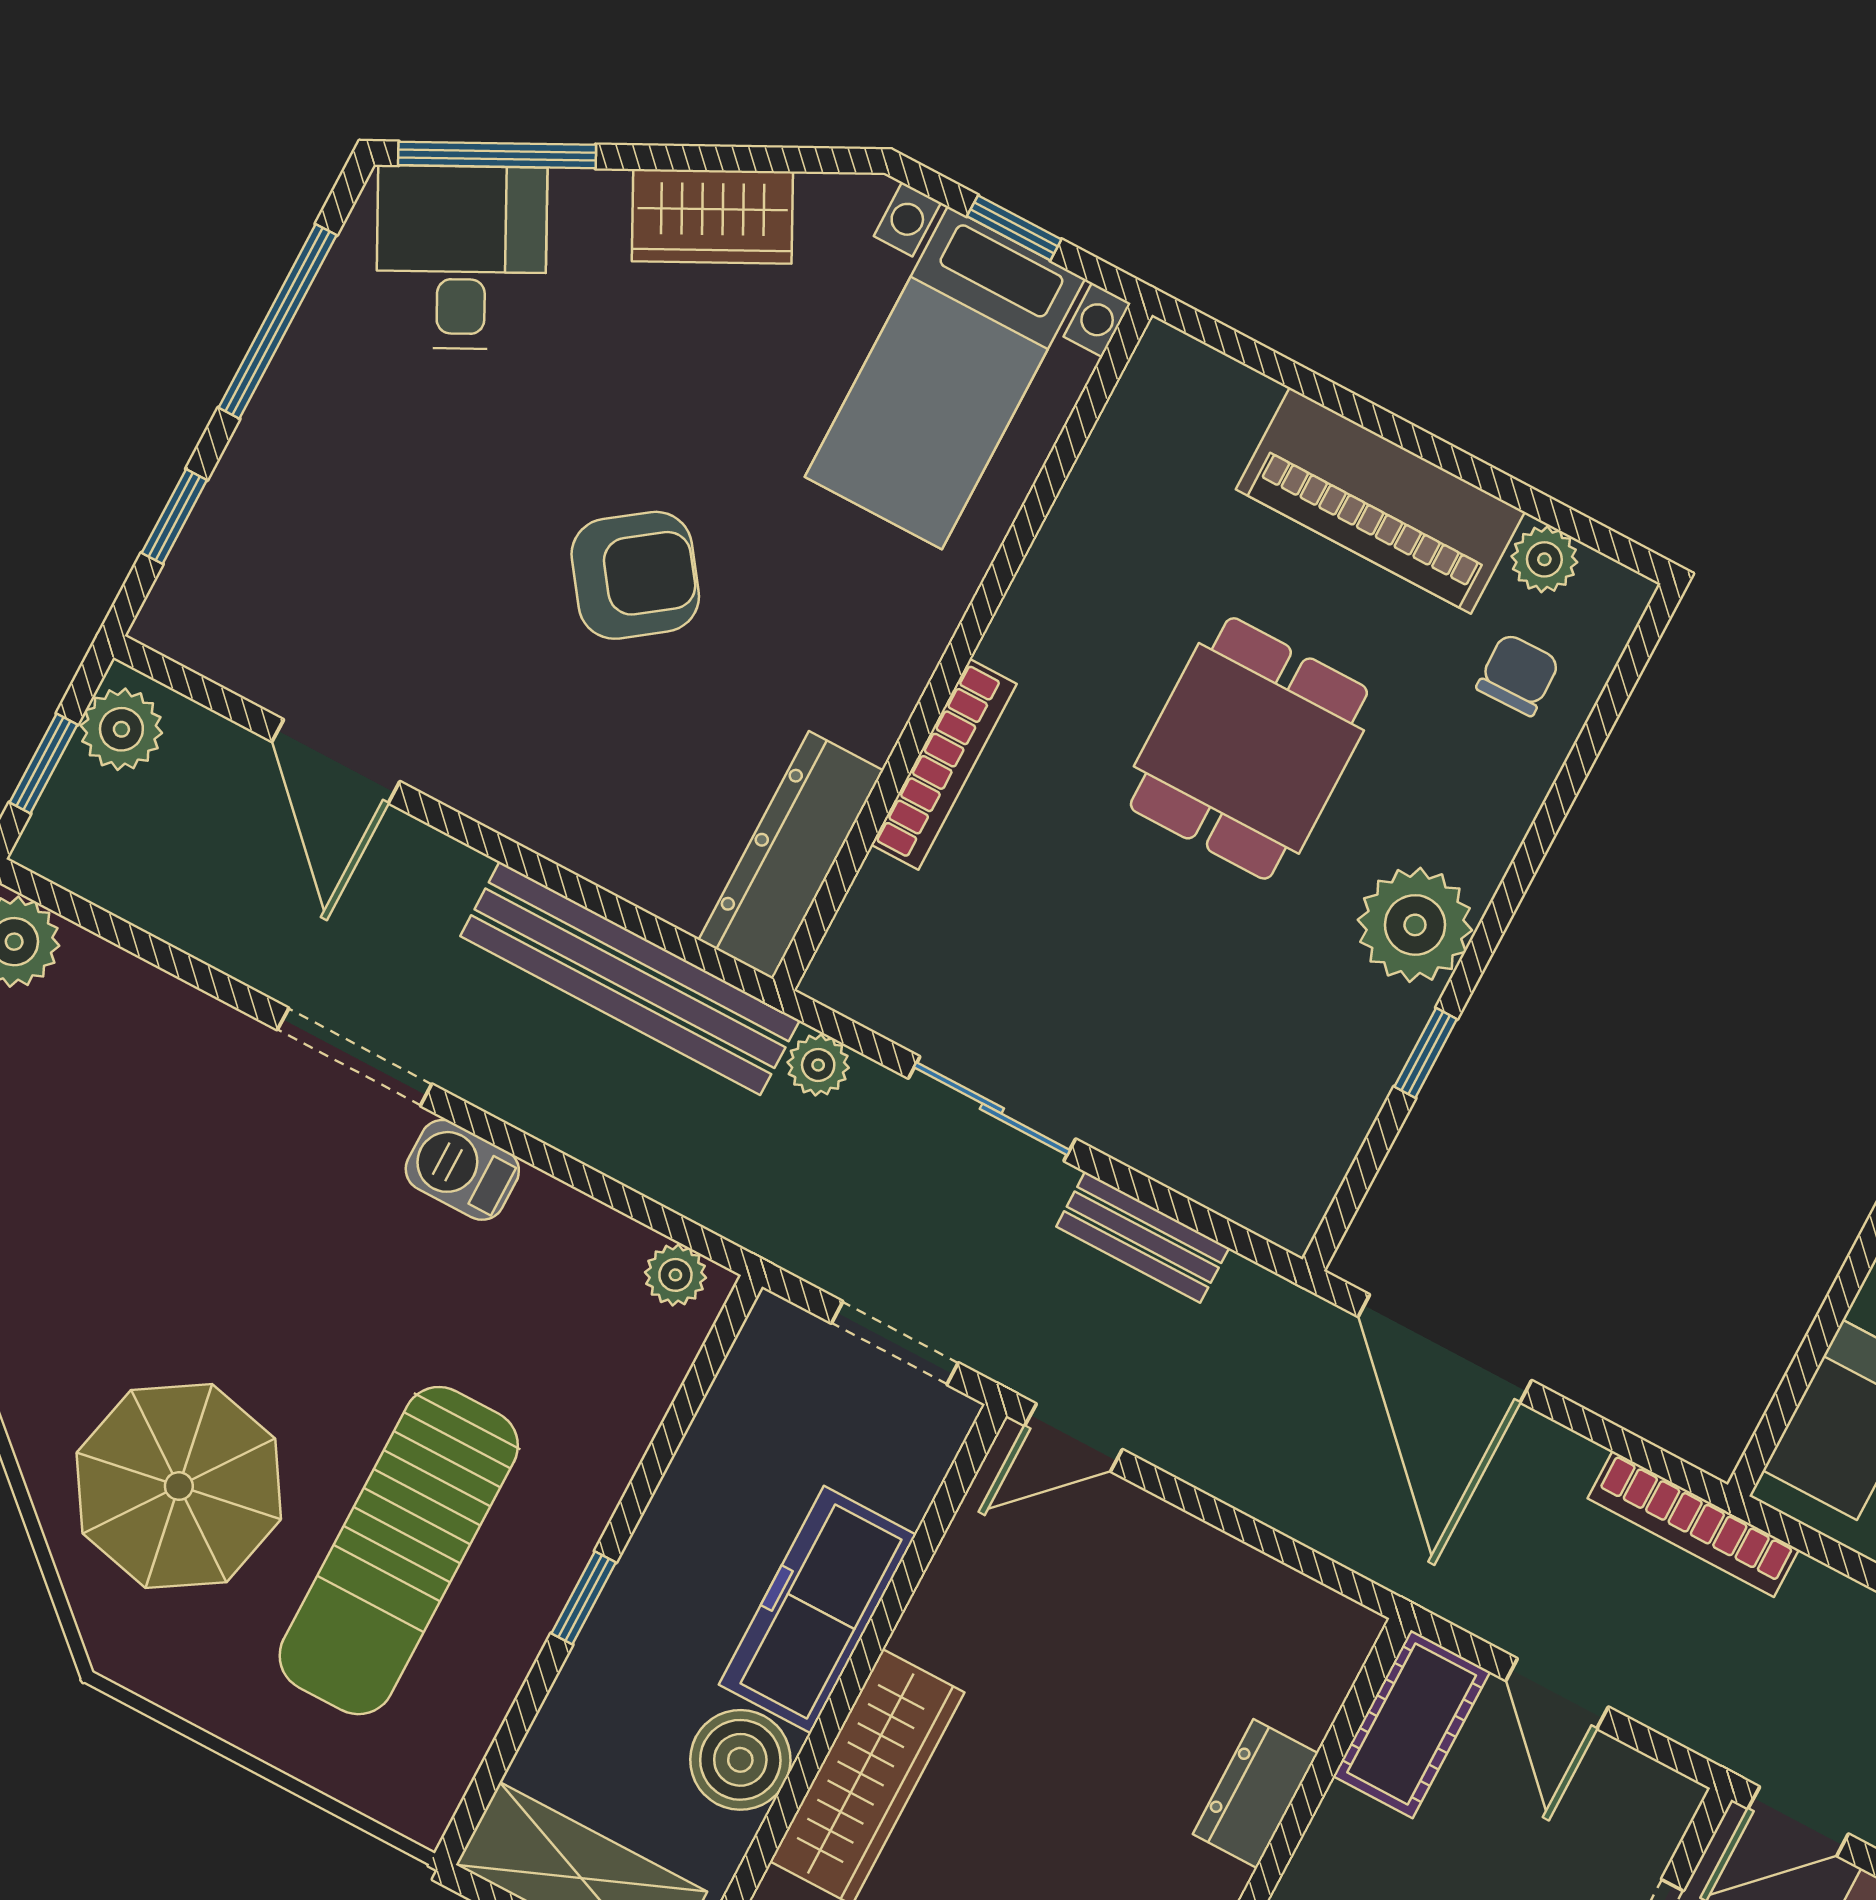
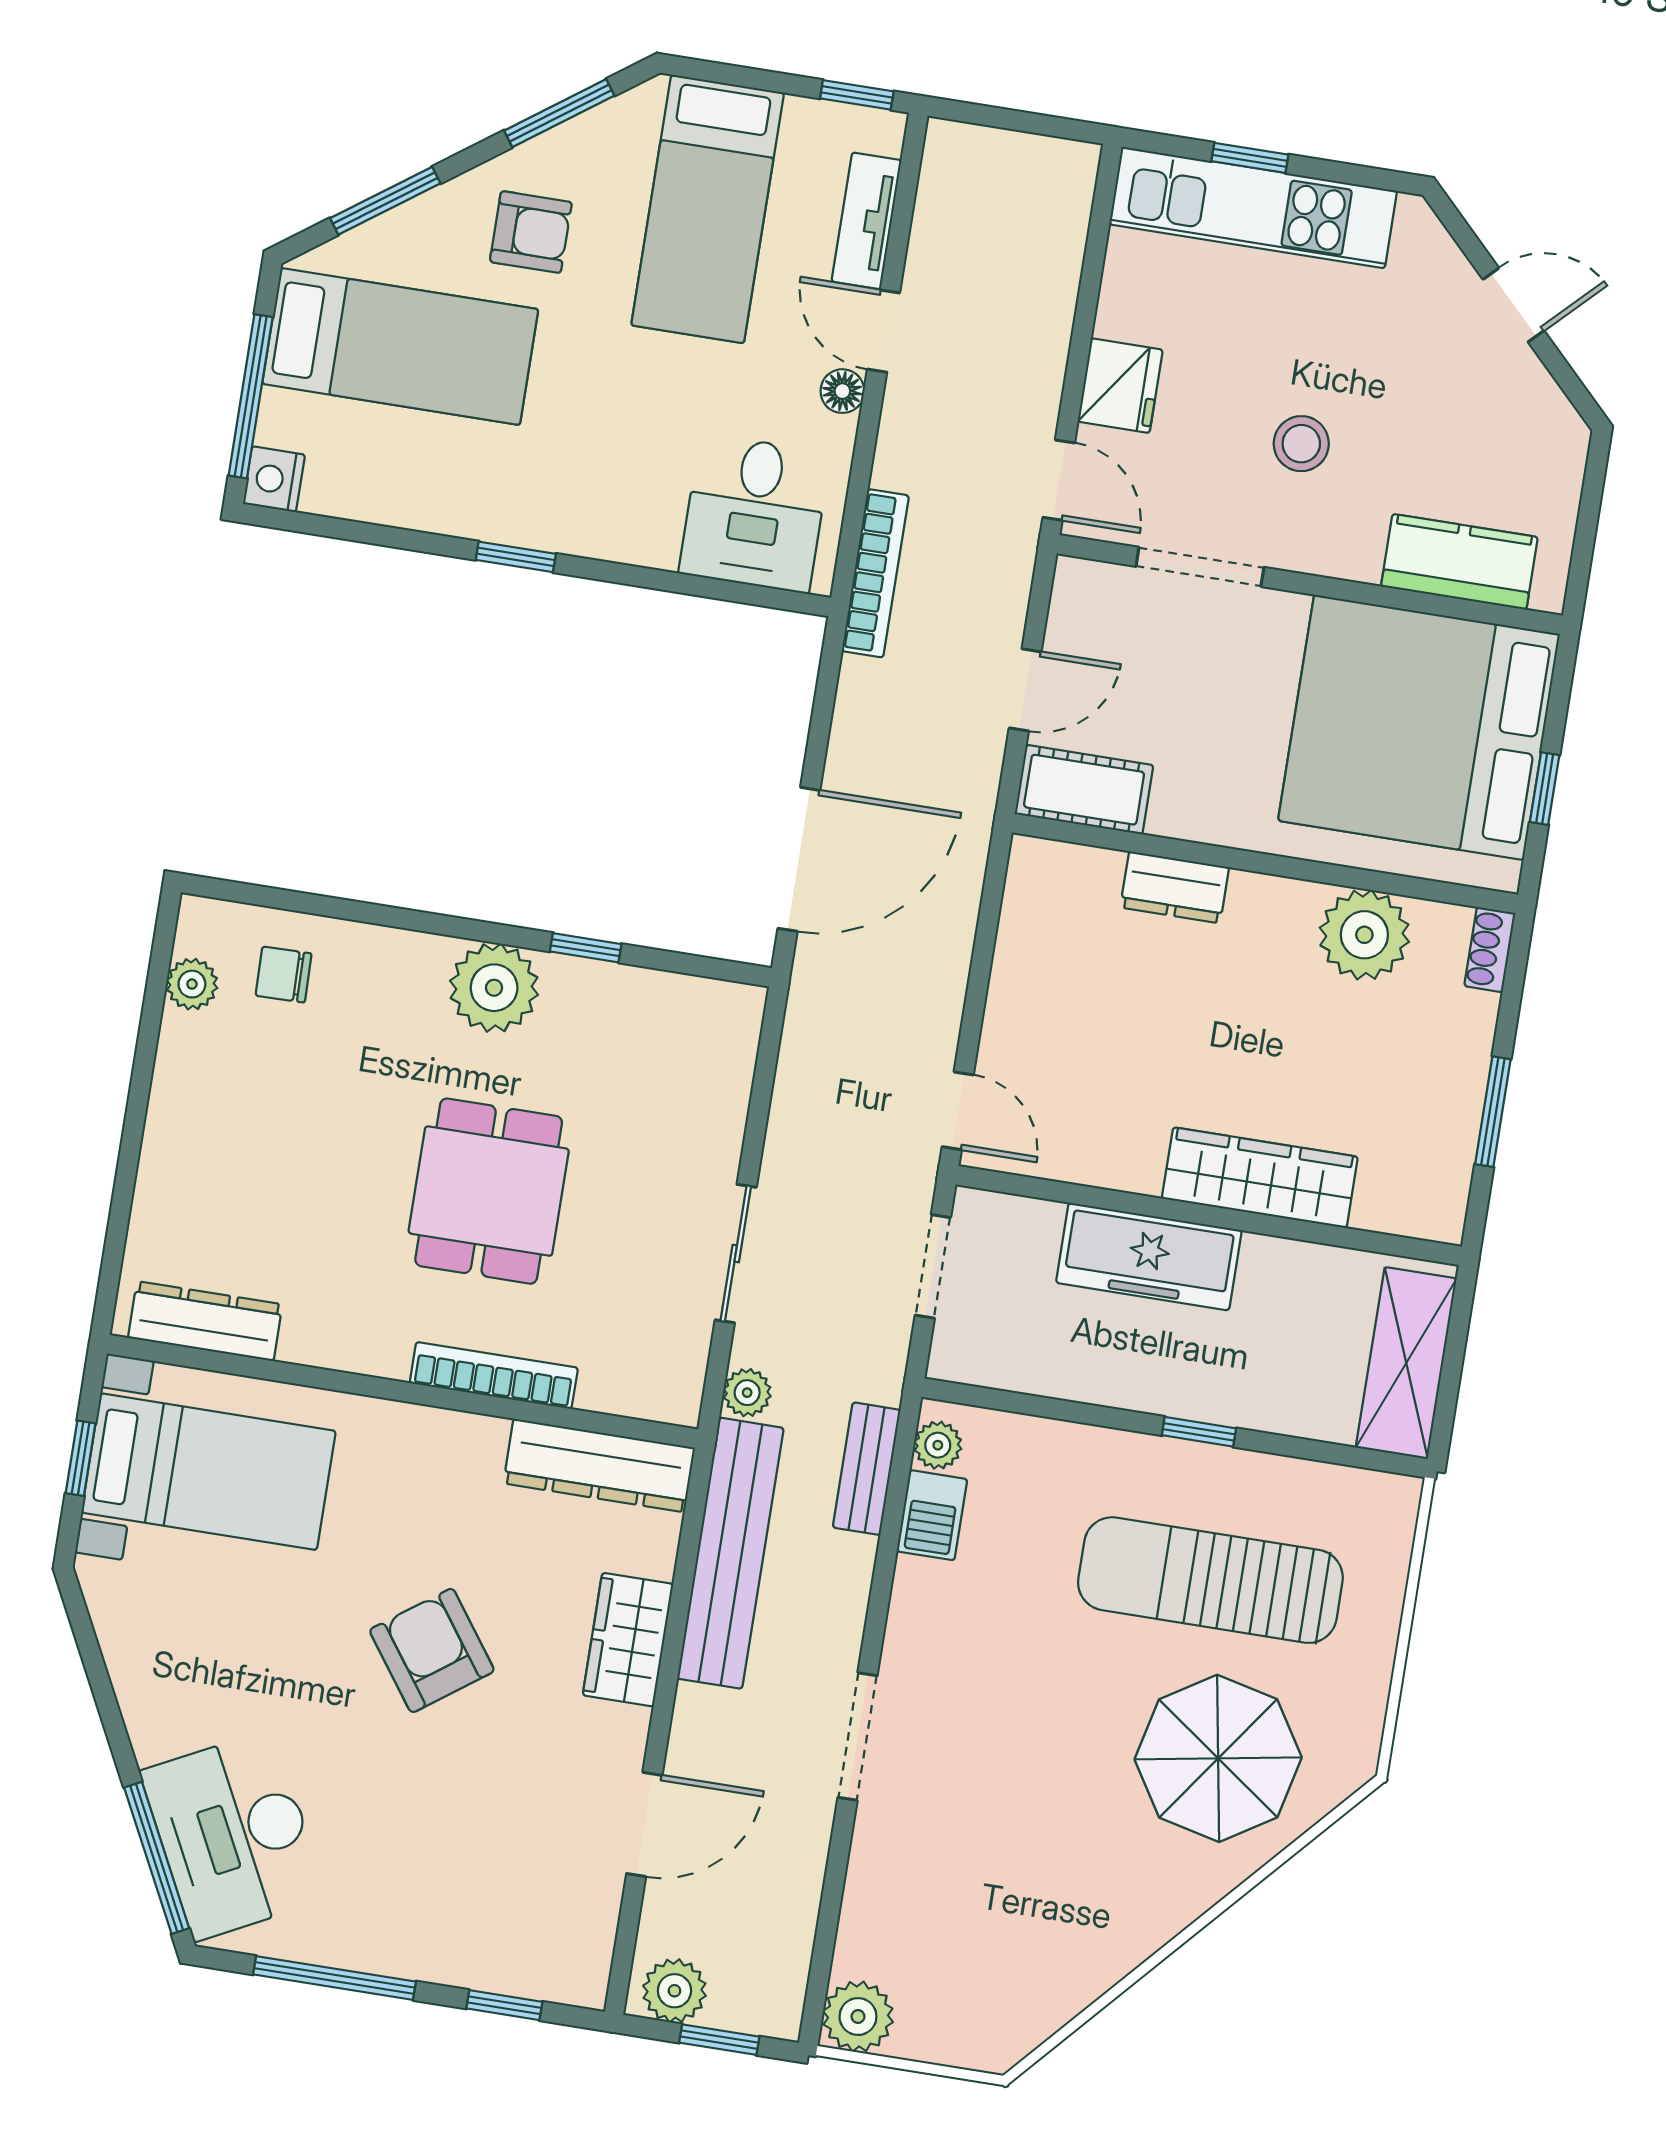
wardrobe: (712, 216) -> (628, 1640), moved, turned -153
desk: (461, 257) -> (234, 1835), width x1.37
dresser: (1129, 436) -> (205, 1321), added
piano: (1380, 501) -> (190, 1120), removed
dining table: (1249, 748) -> (489, 1191), moved, turned 90
barbecue: (462, 1170) -> (932, 1515), moved
bench: (1143, 1237) -> (867, 1469), moved
bookcase: (1693, 1524) -> (875, 573), moved
sun lounger: (399, 1551) -> (1210, 1580), turned 180
boiler: (740, 1760) -> (1279, 1276), removed

